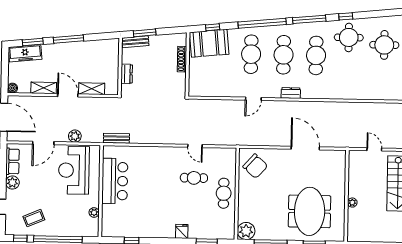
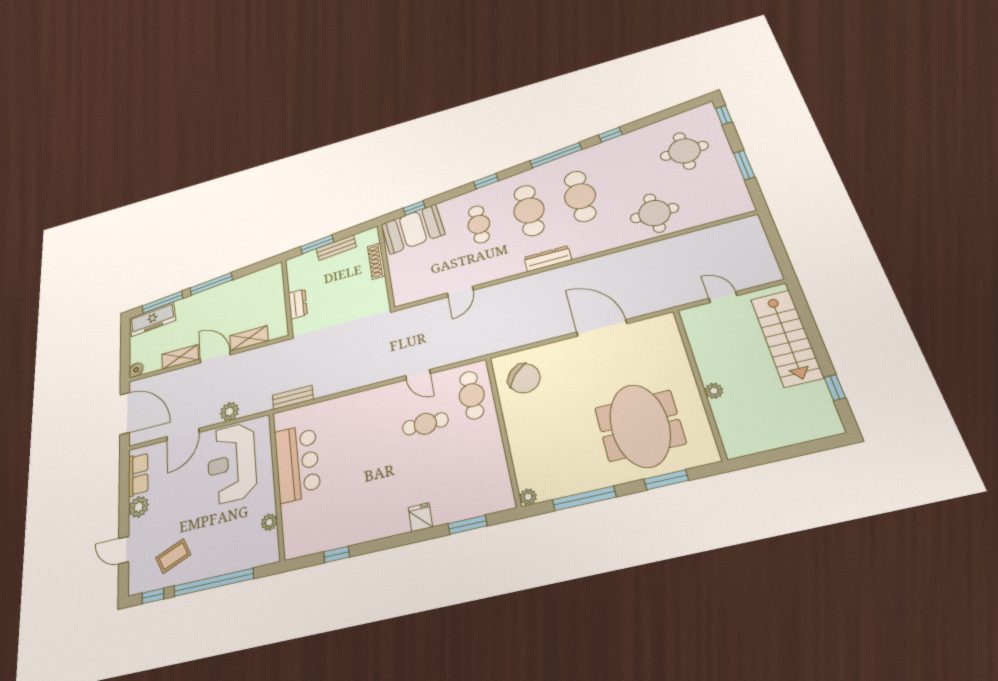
window: (262, 23) -> (486, 181), width x0.32
round table: (349, 37) -> (654, 213), moved
window: (33, 42) -> (162, 302), width x1.44
bench: (135, 42) -> (336, 248), moved
cafe table: (251, 54) -> (479, 224), width x0.73, depth x0.74
dresser: (291, 93) -> (548, 259), width x1.44
door: (253, 99) -> (460, 292), moved
cafe table: (224, 193) -> (472, 395), moved
plant: (246, 231) -> (528, 497), width x0.53, depth x0.53

